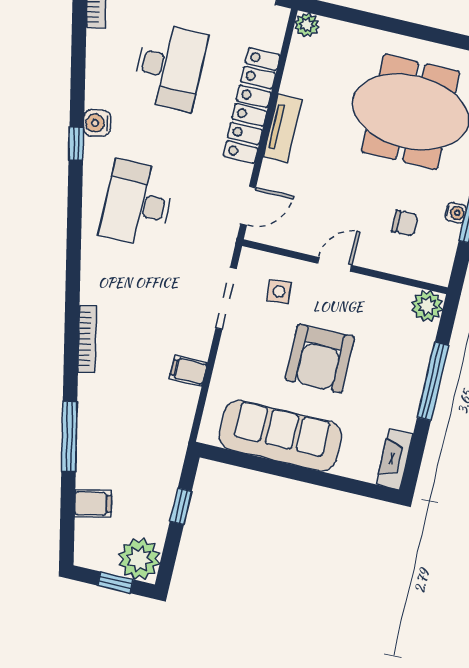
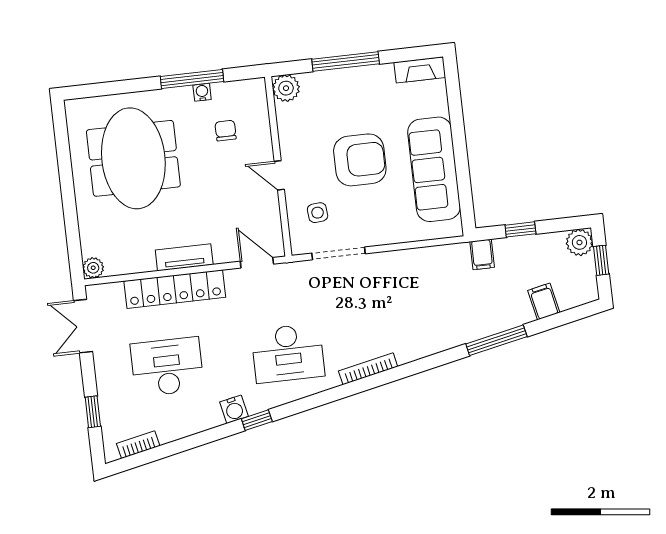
bookcase: (87, 339) -> (368, 369), moved
filing cabinet: (188, 371) -> (482, 254), moved
plant: (139, 559) -> (579, 242), width x0.73, depth x0.73

